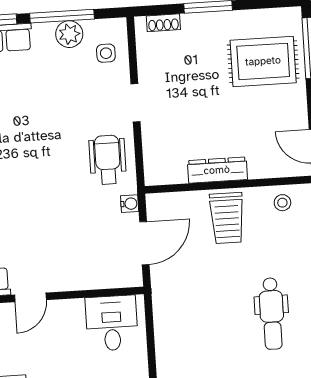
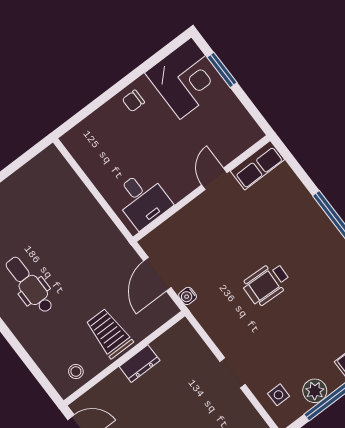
wheelchair: (108, 160) -> (267, 284), moved, turned 92
dresser: (217, 170) -> (140, 364), width x0.70

